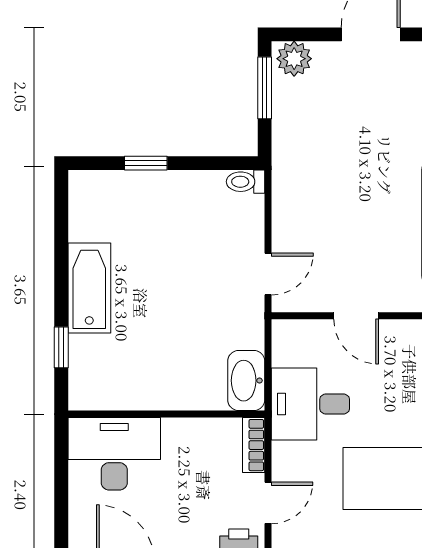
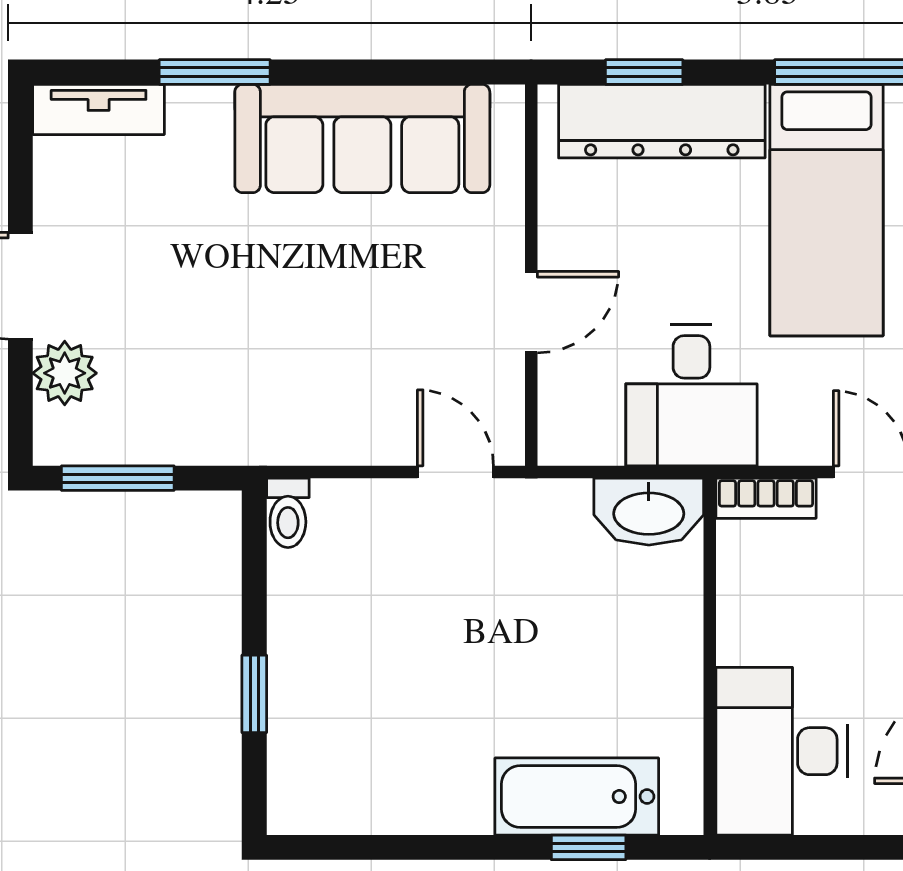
plant: (294, 59) -> (65, 373), moved
bathtub: (89, 288) -> (577, 797), moved

